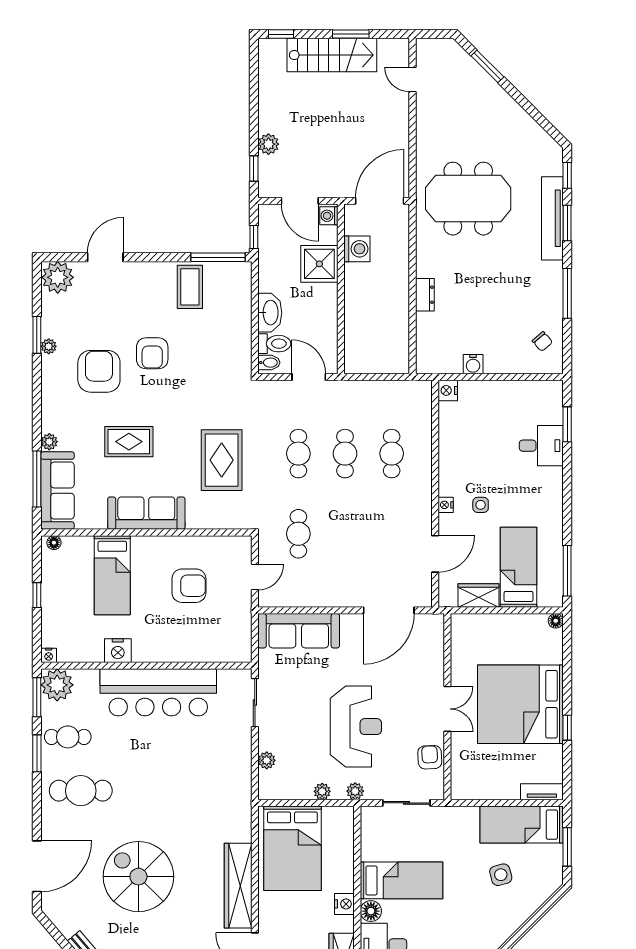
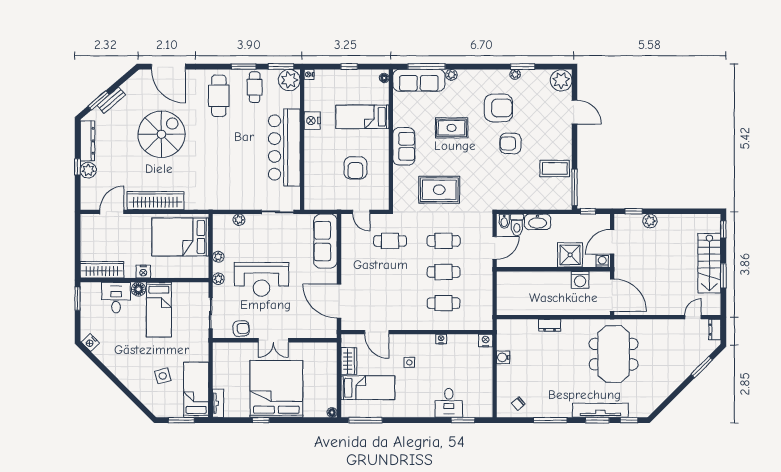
dresser: (431, 47) -> (715, 329), added
rug: (129, 442) -> (452, 128), turned 90
nightstand: (446, 505) -> (441, 339), moved
sofa: (146, 513) -> (404, 146), width x0.73

